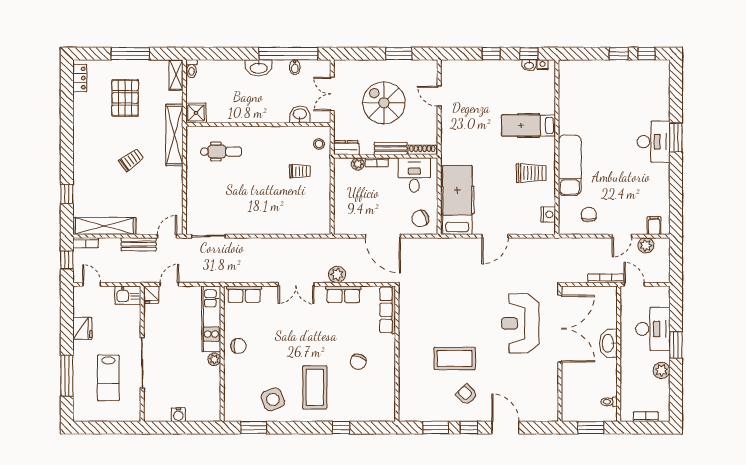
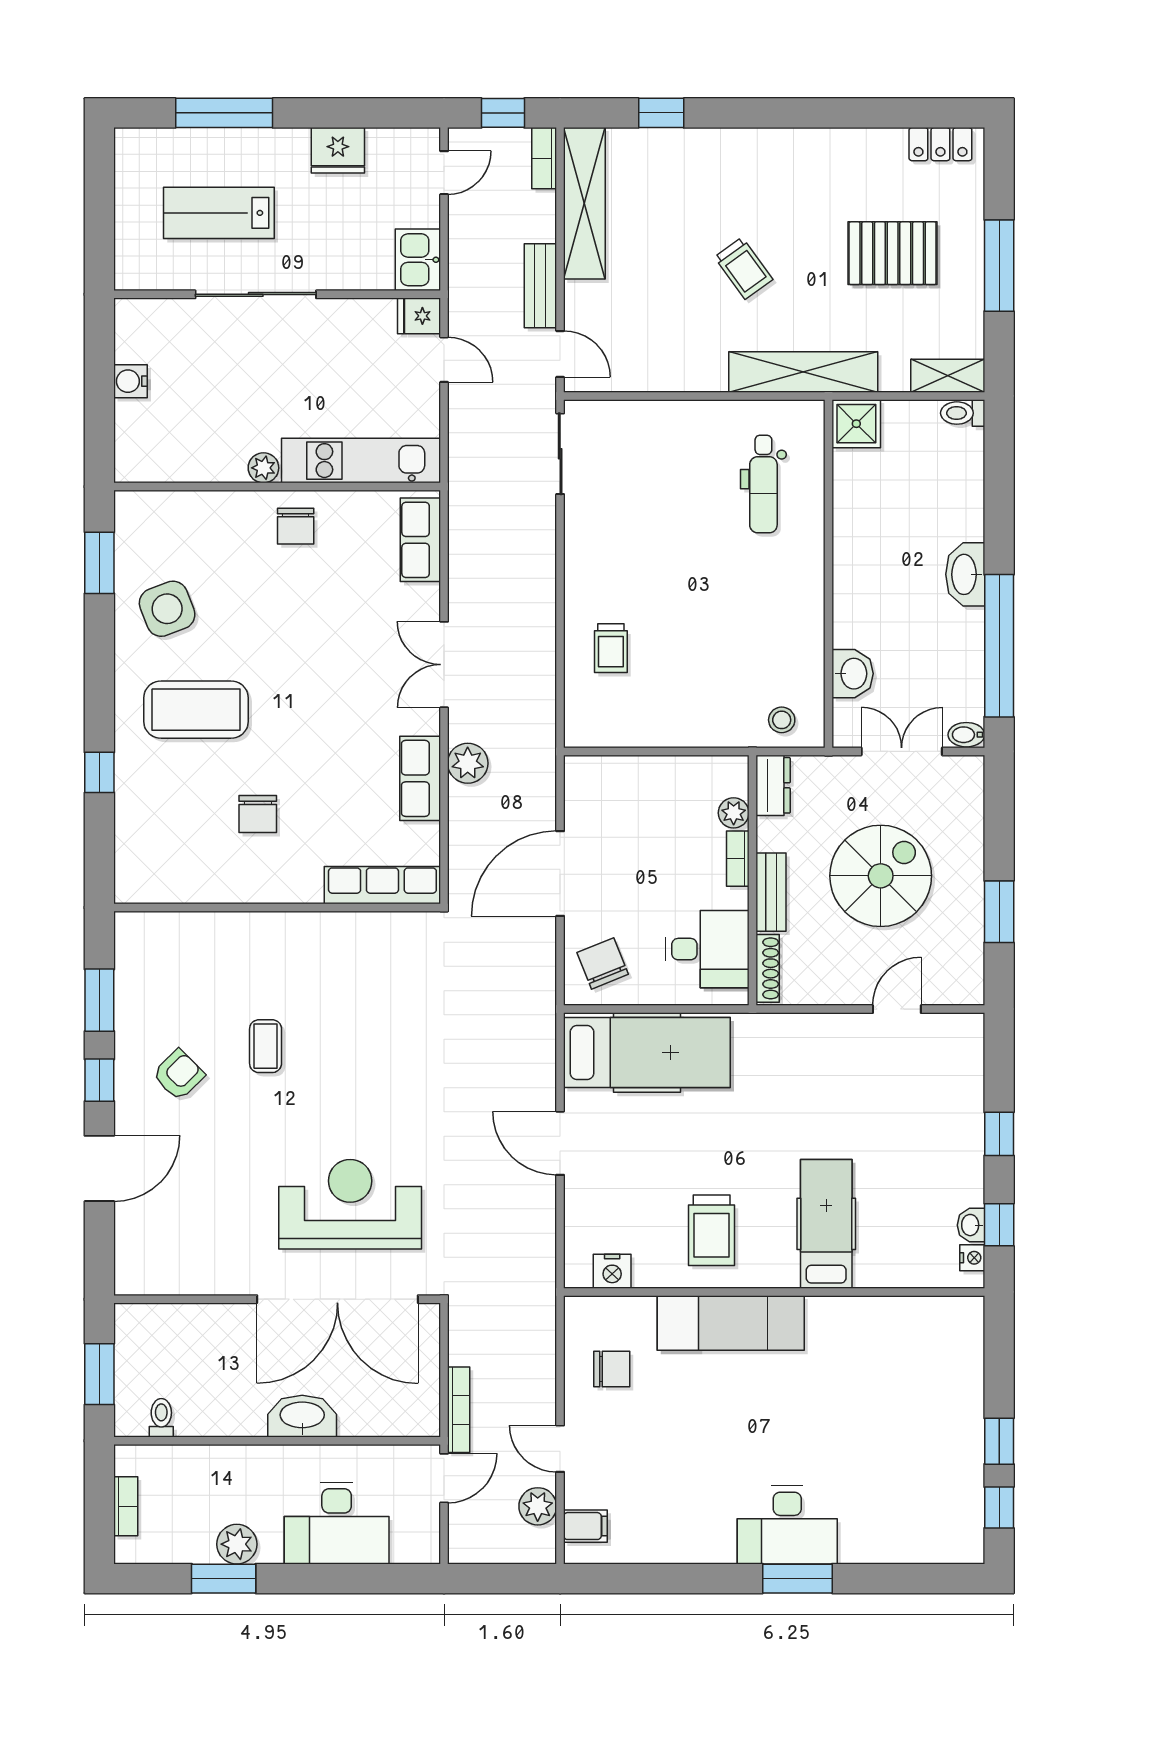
bidet: (295, 67) -> (966, 735), moved
trolley: (300, 171) -> (611, 648), moved
window: (676, 345) -> (224, 1579), moved
coffee table: (455, 358) -> (266, 1046), width x0.54, depth x0.58
chair: (358, 362) -> (258, 814), turned -110

